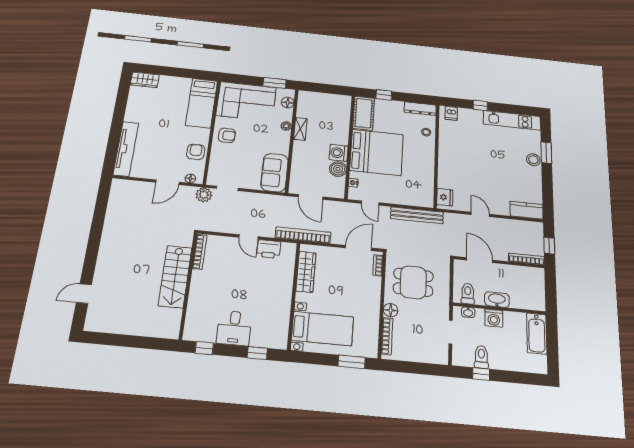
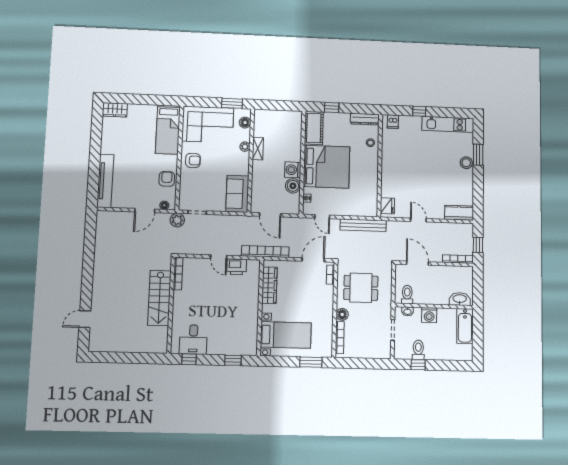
washbasin: (497, 300) -> (460, 299), moved
desk: (234, 328) -> (193, 340), moved

